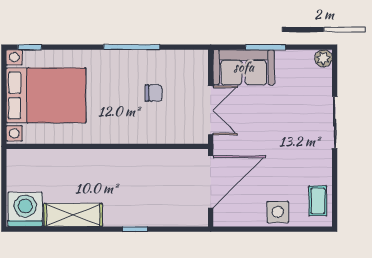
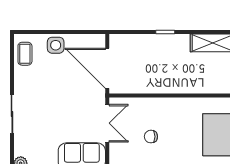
double door: (211, 110) -> (107, 123), swing flipped
door: (211, 182) -> (107, 68), hinge flipped

